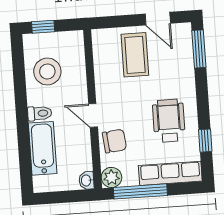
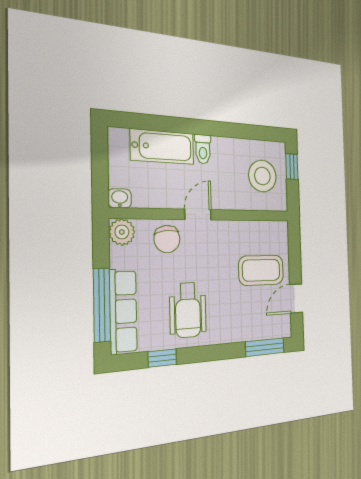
stool: (47, 71) -> (262, 176), moved
wheelchair: (169, 121) -> (188, 310), turned 90
window: (140, 191) -> (102, 305), moved

